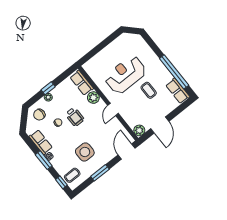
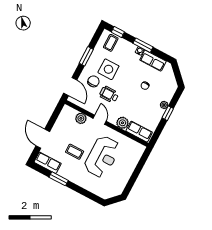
window: (174, 72) -> (59, 179), width x0.47
chair: (39, 115) -> (93, 81), moved
wheelchair: (75, 117) -> (109, 95), moved
door: (160, 125) -> (43, 139), moved
plant: (139, 130) -> (81, 118), moved

